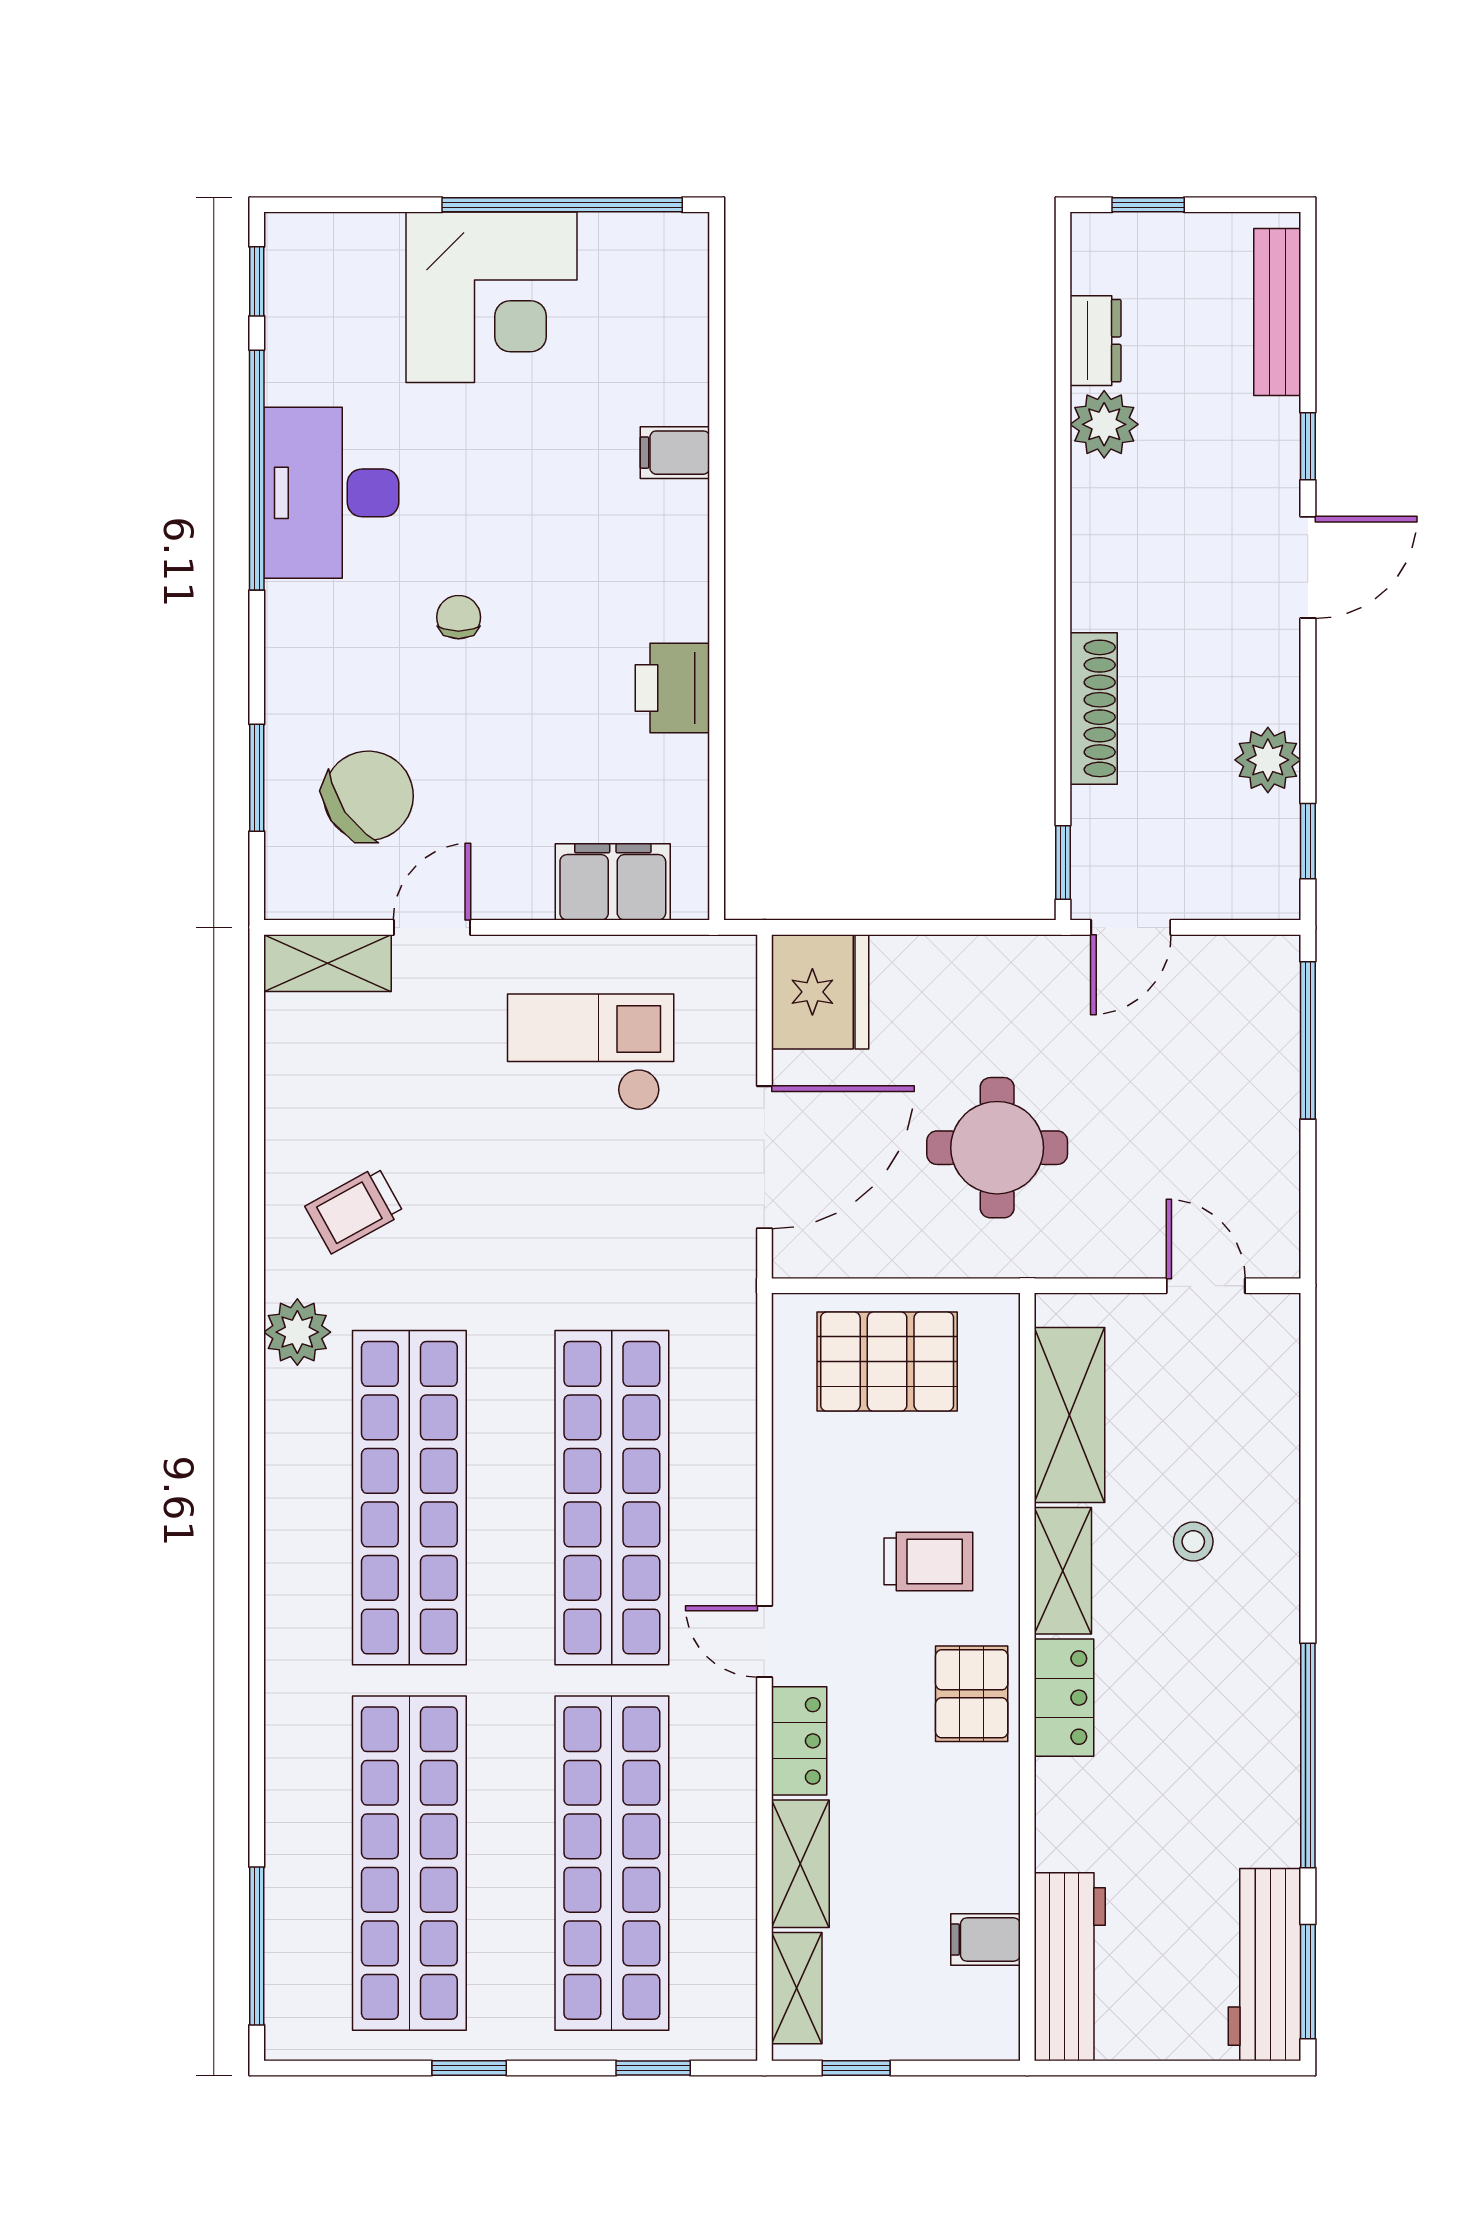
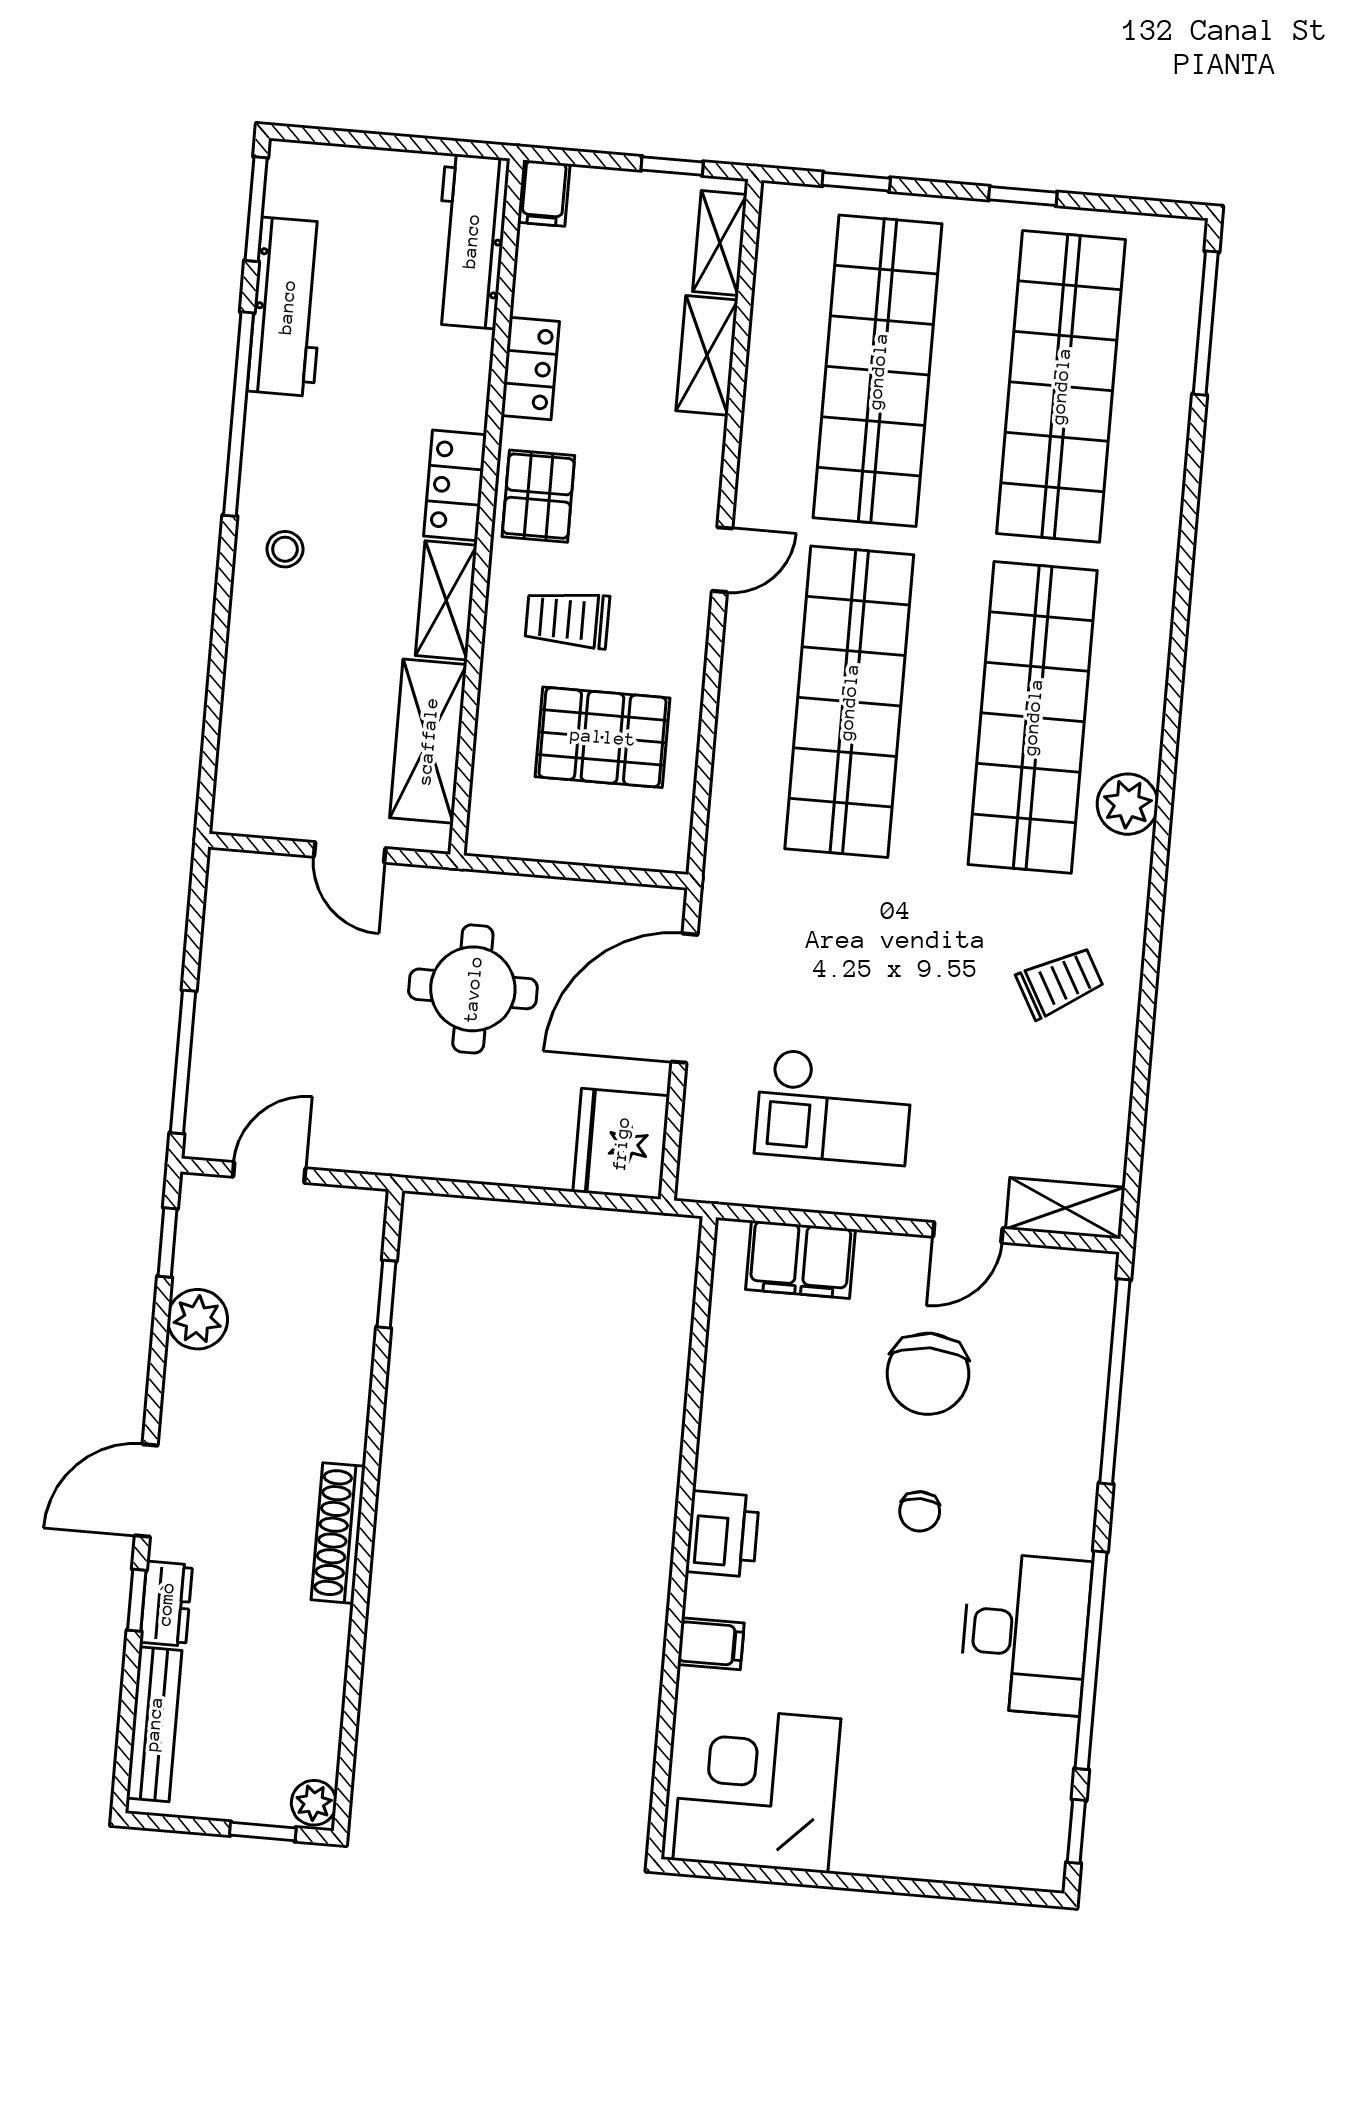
window: (562, 205) -> (794, 1877), removed
corner desk: (491, 297) -> (757, 1789), moved
dresser: (1095, 341) -> (166, 1604), moved, turned 180
plant: (1104, 424) -> (314, 1803), moved, width x0.73, depth x0.73
printer: (672, 688) -> (723, 1534), moved
shoe rack: (1094, 708) -> (338, 1533), moved
window: (257, 778) -> (1115, 1381), width x2.11
chair: (368, 796) -> (928, 1374), moved, turned -56
window: (1063, 862) -> (387, 1294), moved
door: (1131, 927) -> (269, 1173), moved
door: (1206, 1286) -> (350, 852), moved
plant: (297, 1332) -> (1128, 804), moved
pallet: (887, 1362) -> (603, 737), moved
stool: (1193, 1542) -> (285, 549), moved
door: (764, 1641) -> (722, 560), hinge flipped
locker: (799, 1741) -> (530, 369), moved, turned 180
filing cabinet: (985, 1939) -> (544, 193), moved, turned 90
workbench: (1265, 1965) -> (287, 307), moved

